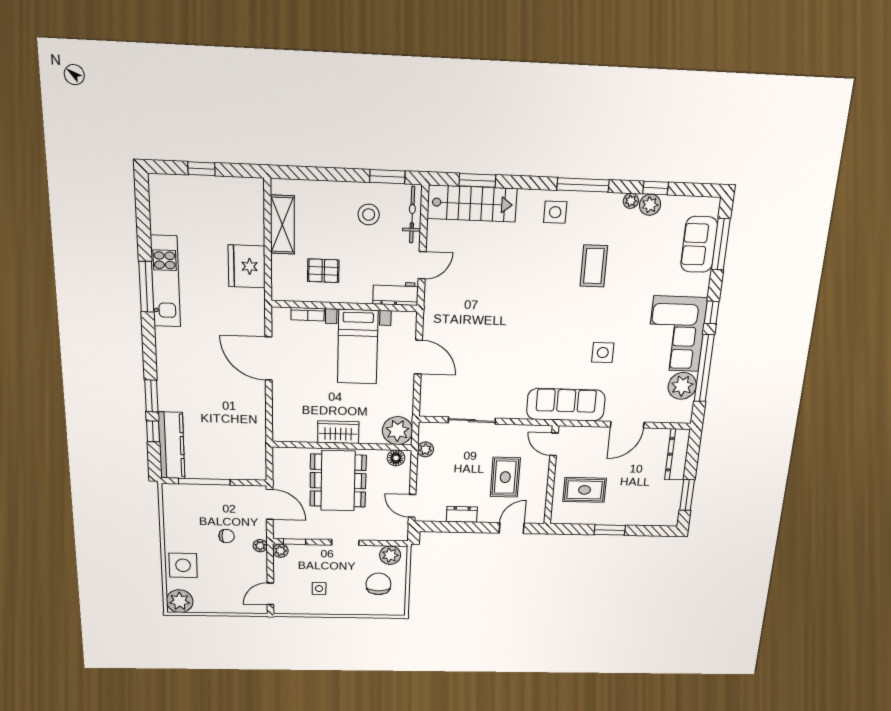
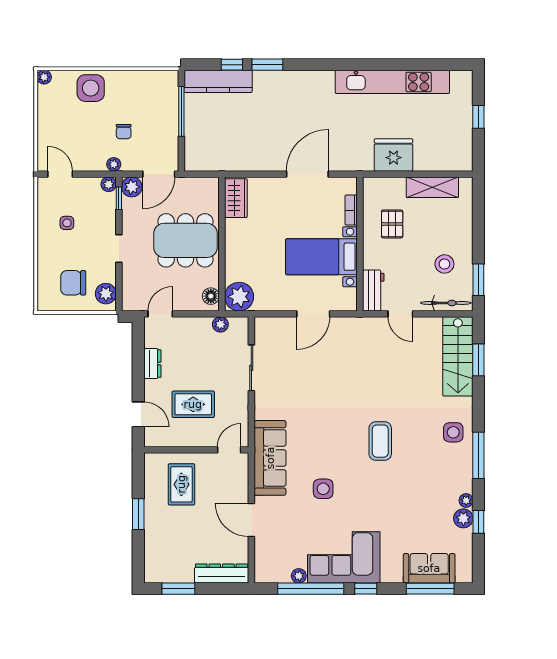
coffee table: (594, 266) -> (380, 441), moved, turned 90
kitchen unit: (165, 281) -> (392, 82), width x1.36
window: (146, 287) -> (372, 65), removed
plant: (682, 386) -> (299, 576), width x0.53, depth x0.53
wardrobe: (338, 432) -> (236, 198), moved
plant: (283, 530) -> (132, 187), added
chair: (378, 584) -> (73, 283), turned 180
plant: (180, 601) -> (44, 77), width x0.53, depth x0.53

